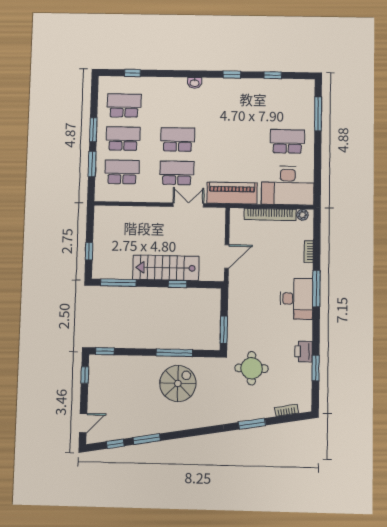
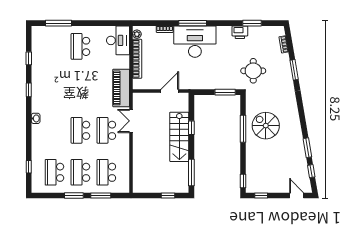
desk: (288, 186) -> (118, 40), width x0.73, depth x0.77
door: (227, 256) -> (170, 91), hinge flipped
desk: (296, 299) -> (195, 42), width x1.36, depth x1.30

